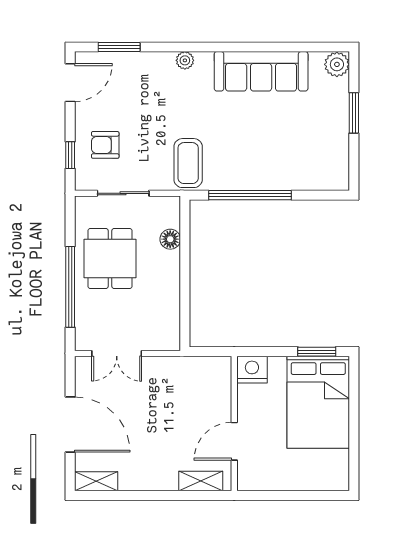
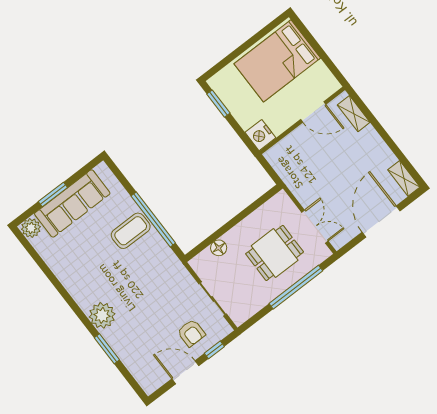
window: (119, 47) -> (107, 349), moved
plant: (185, 60) -> (102, 315), width x1.88, depth x1.88
sofa: (261, 71) -> (72, 203), moved, turned 90
door: (70, 83) -> (185, 372), moved
coffee table: (188, 163) -> (131, 231), moved
dining table: (110, 258) -> (275, 253), moved
bed: (318, 402) -> (277, 61), moved, turned 180

